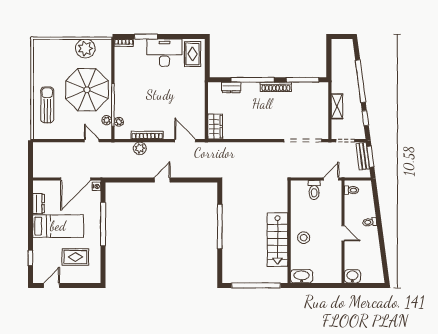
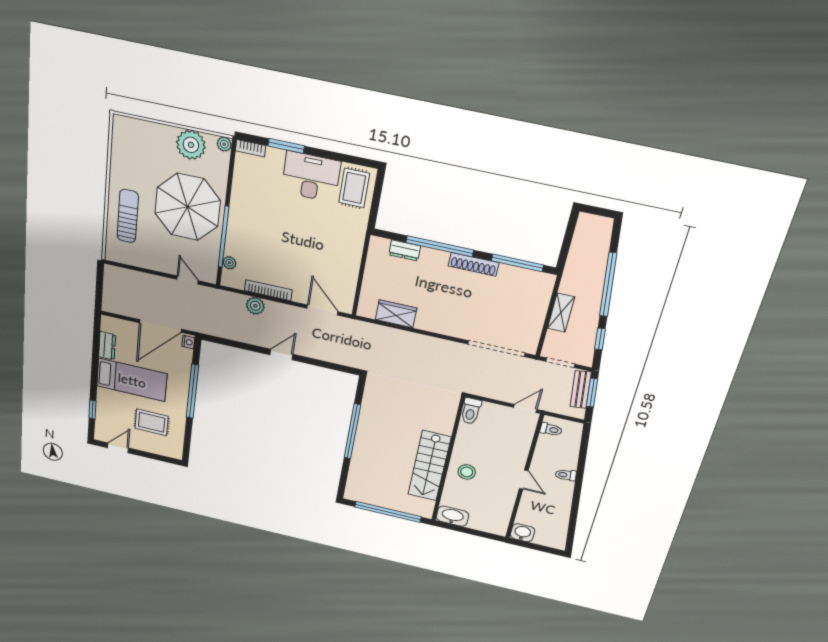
plant: (107, 120) -> (224, 144), moved
wardrobe: (215, 127) -> (396, 314), moved, turned -90
toilet: (314, 190) -> (471, 411), moved

